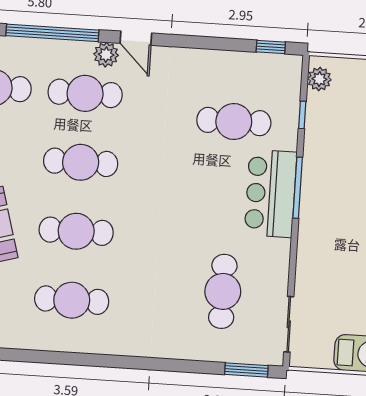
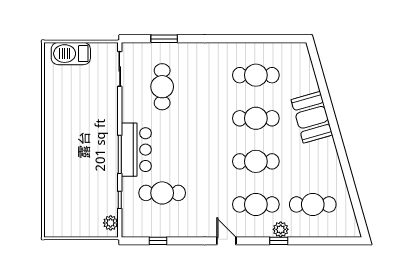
window: (52, 33) -> (279, 241), width x0.32
window: (271, 47) -> (158, 241), moved
plant: (106, 55) -> (281, 229), moved
window: (246, 370) -> (164, 39), moved

